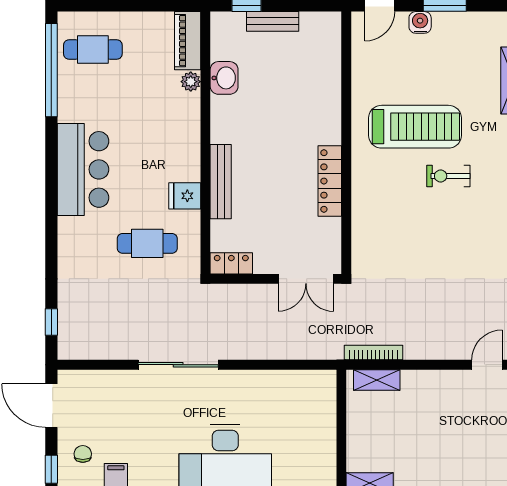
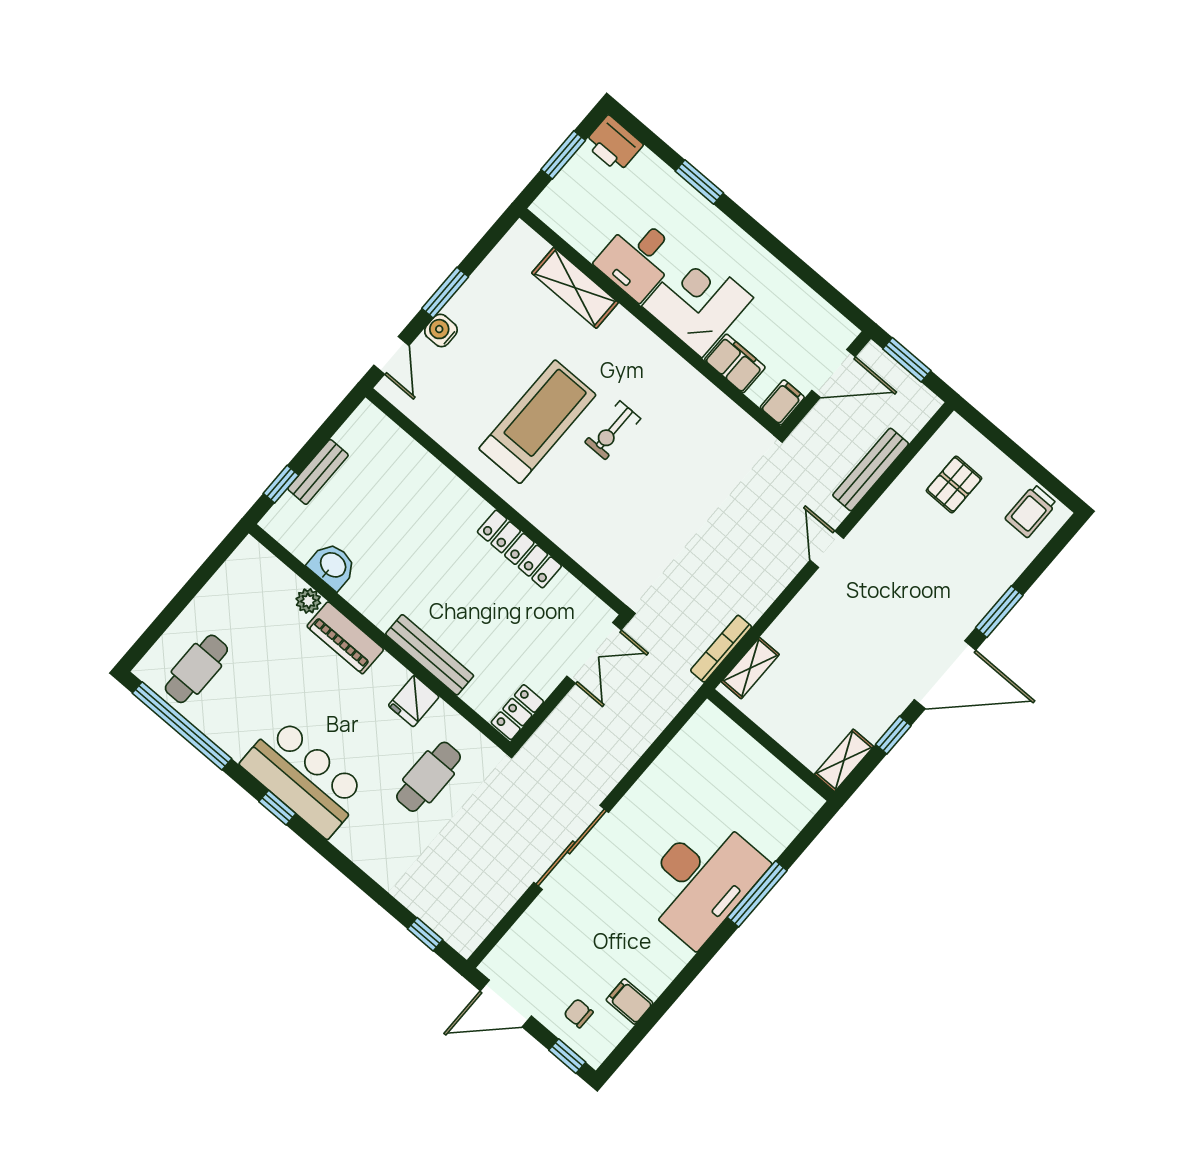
piano: (188, 41) -> (345, 638), moved
window: (51, 169) -> (277, 808), added

